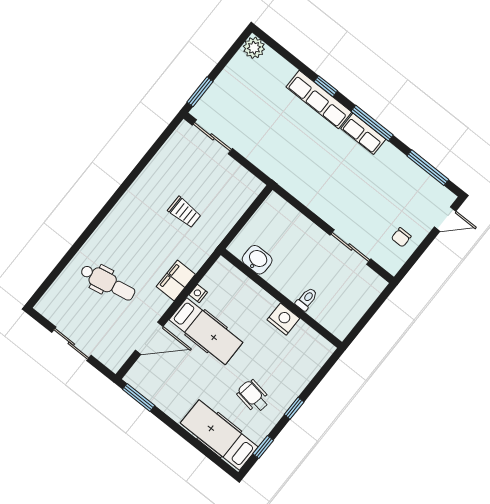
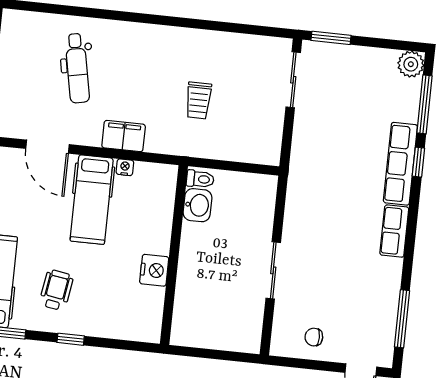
window: (372, 123) -> (424, 104), moved
sliding door: (350, 247) -> (273, 270), moved
toilet: (307, 299) -> (200, 179), moved

